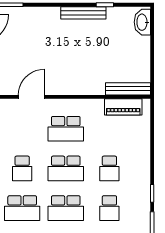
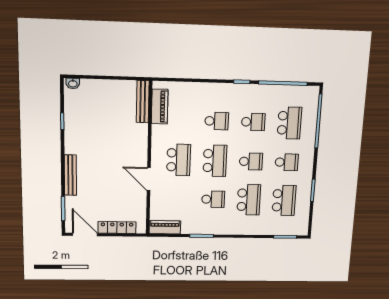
bench: (83, 13) -> (70, 175), moved
washbasin: (142, 22) -> (73, 83), width x0.52, depth x0.69
door: (31, 97) -> (149, 179), moved
school desk: (66, 208) -> (251, 161), width x0.54

